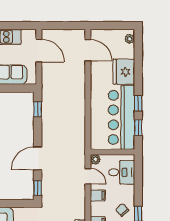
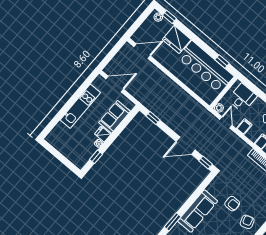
window: (138, 103) -> (169, 17), moved
door: (38, 158) -> (186, 146), hinge flipped
door: (88, 176) -> (226, 122), hinge flipped

